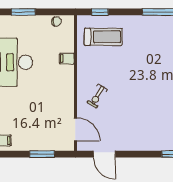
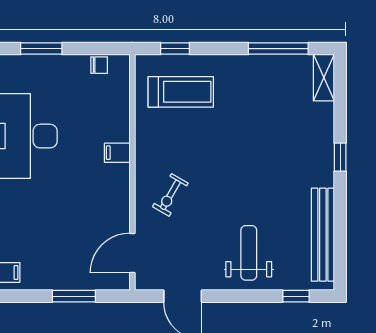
filing cabinet: (67, 59) -> (117, 153), moved
door: (75, 129) -> (132, 253), swing flipped
weight bench: (142, 129) -> (249, 253), added

